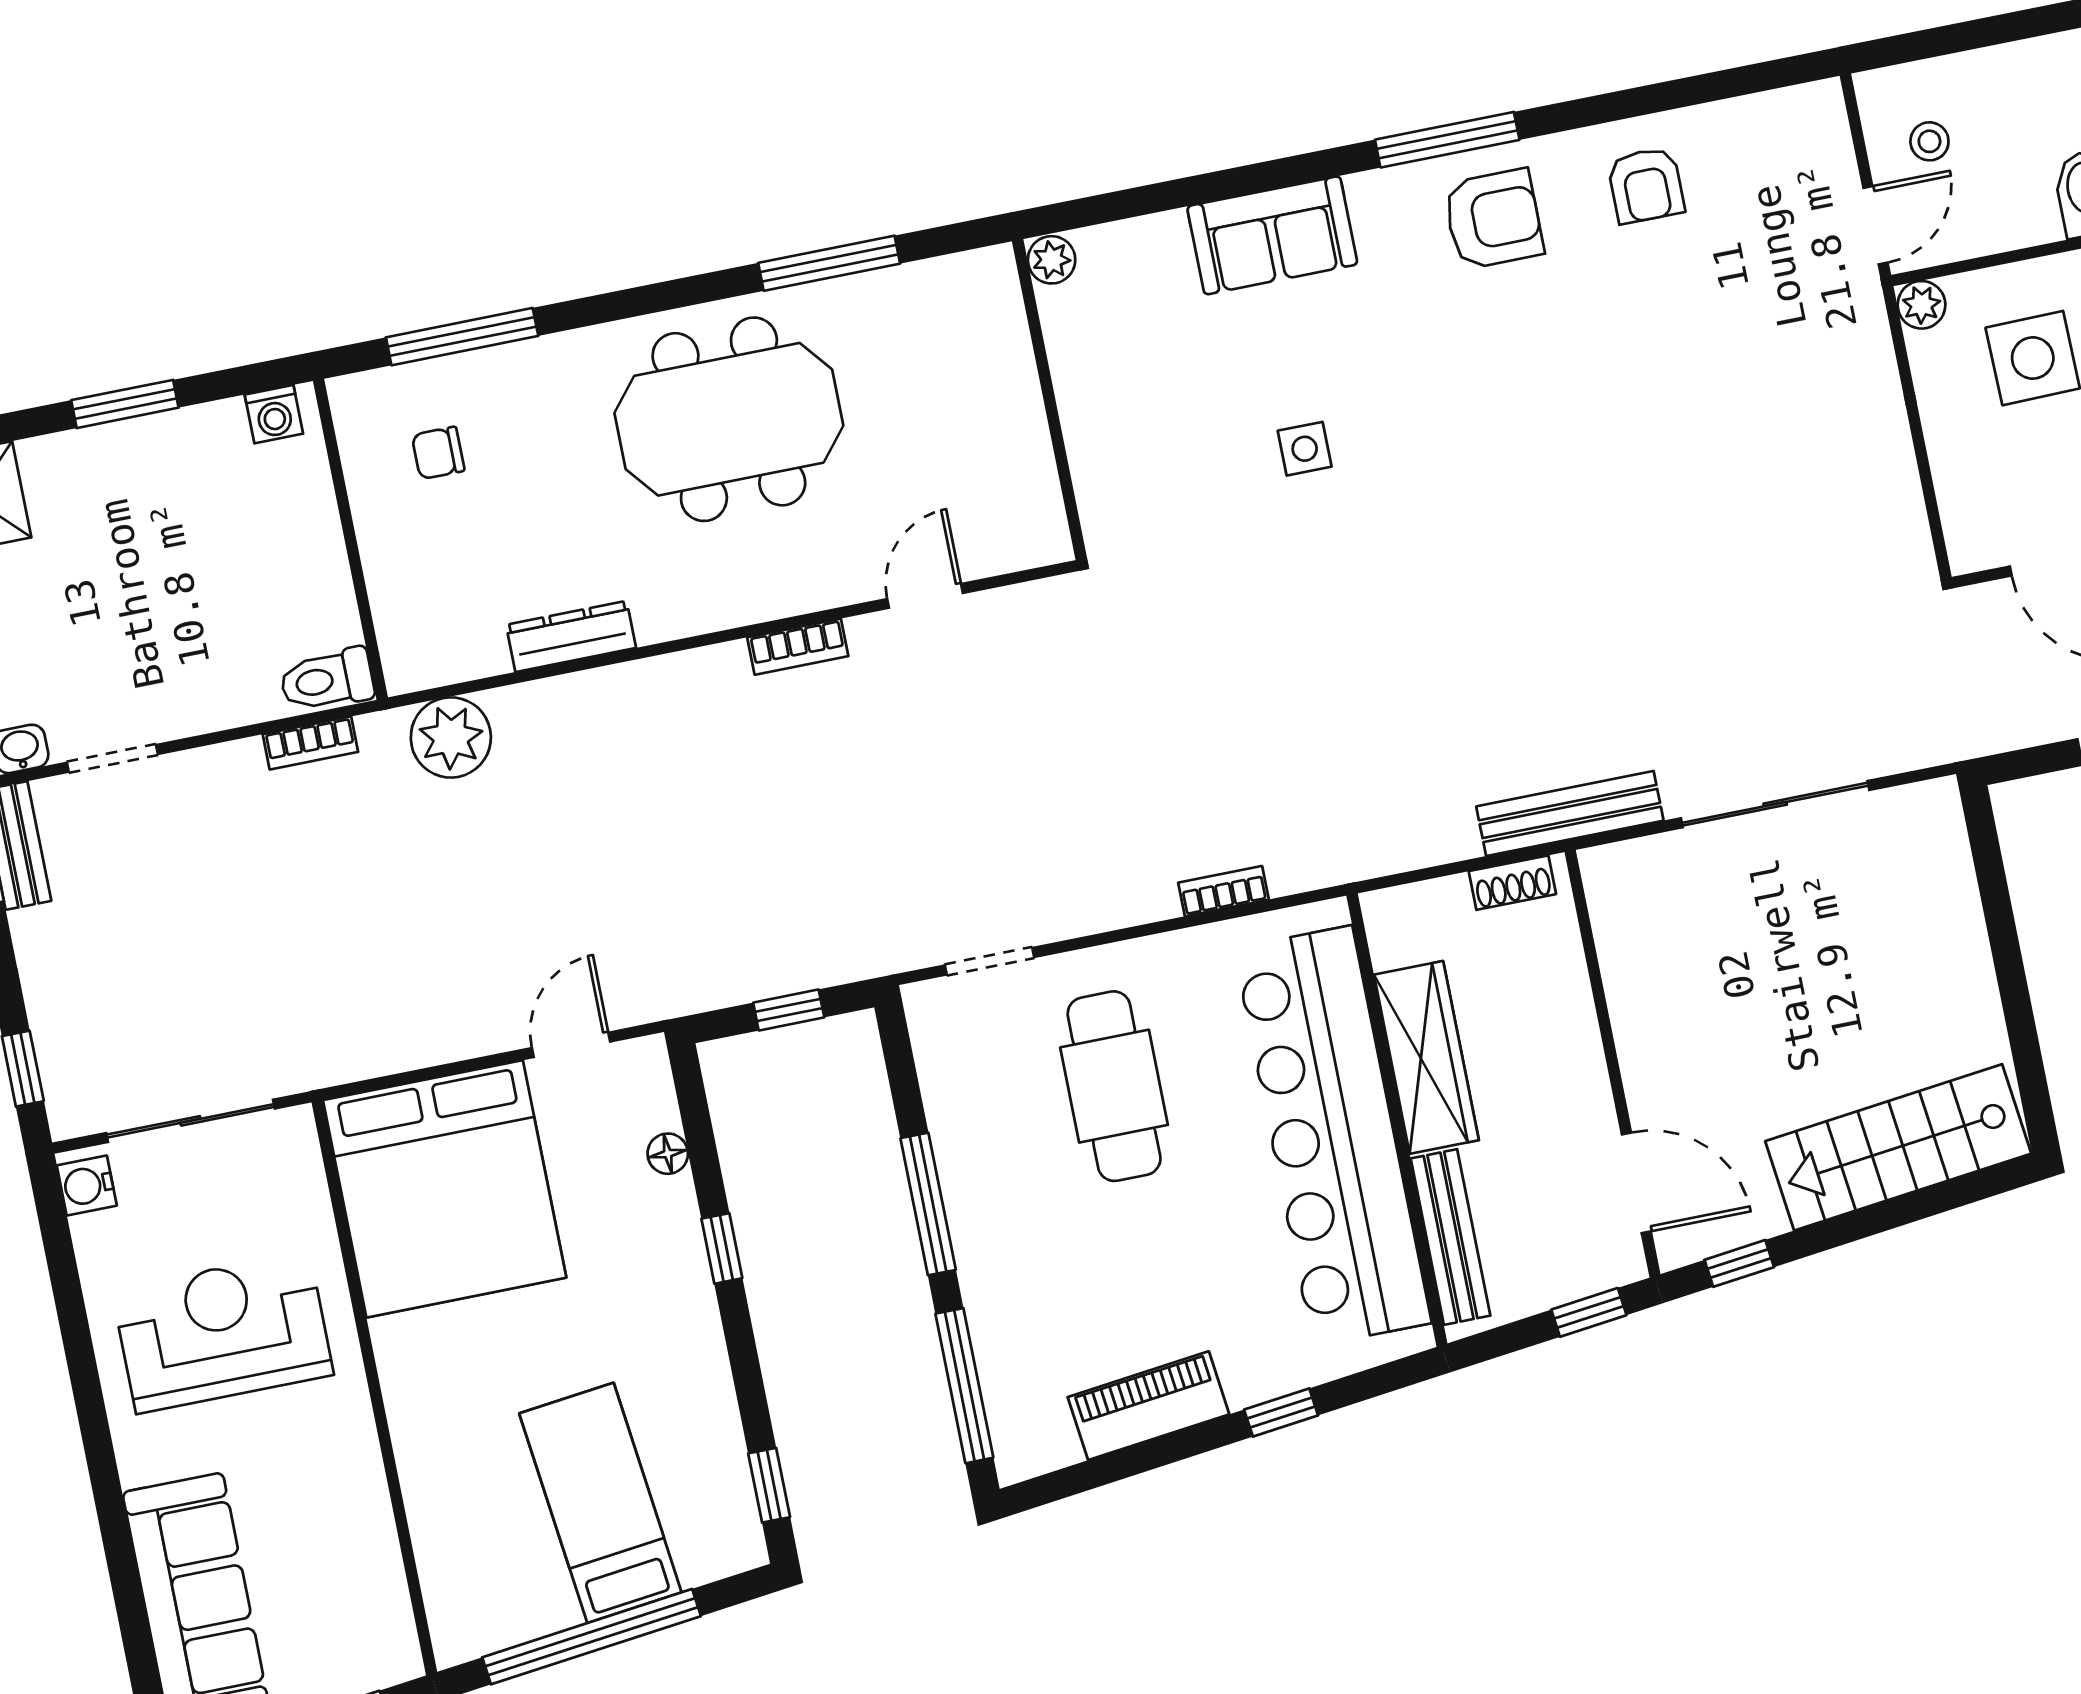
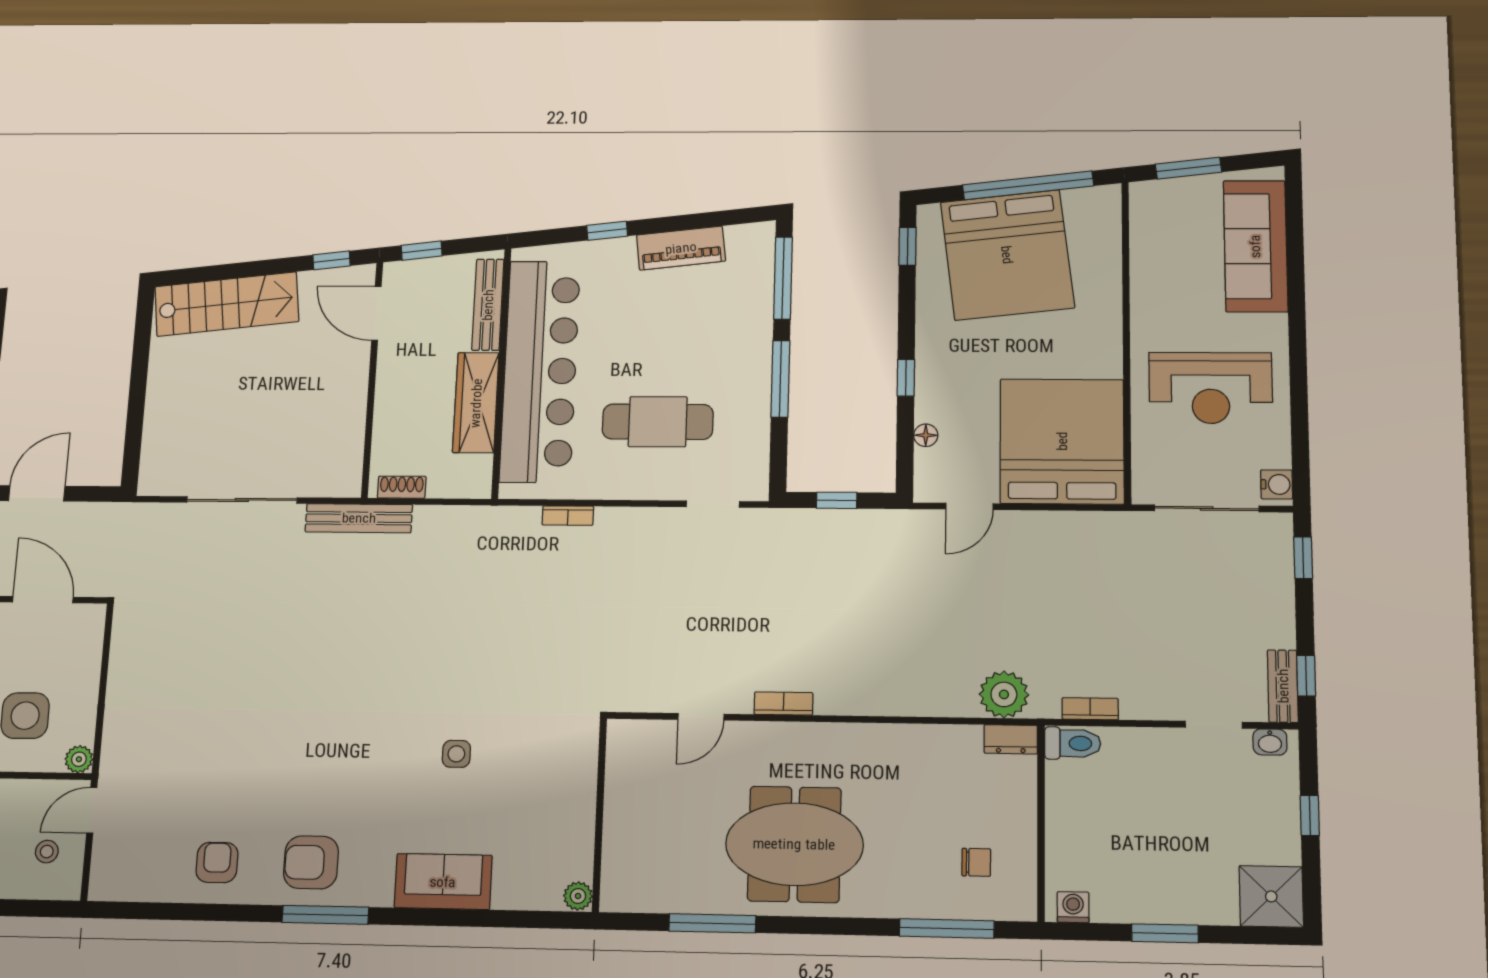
dresser: (571, 636) -> (1011, 739), moved, width x0.70
cafe table: (1114, 1086) -> (658, 422), turned 90
bed: (600, 1503) -> (1007, 255), width x2.04

